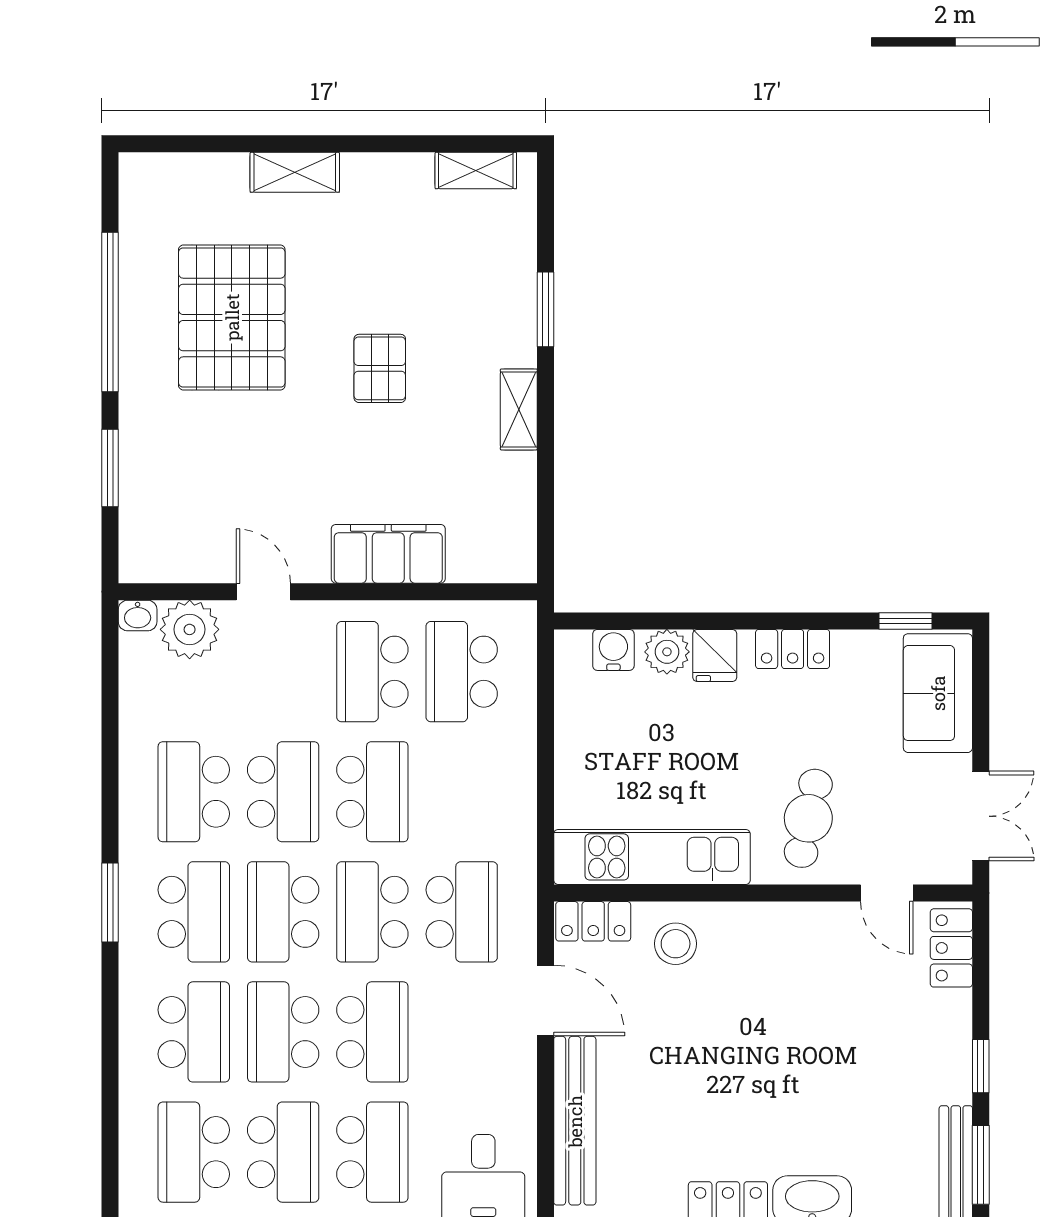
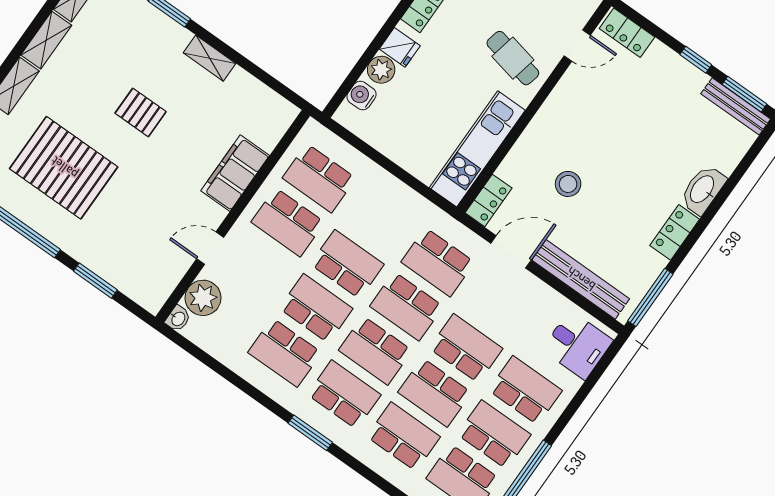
shelving: (387, 172) -> (46, 40), added
school desk: (462, 912) -> (438, 262), turned 180
stool: (676, 944) -> (568, 184), moved

